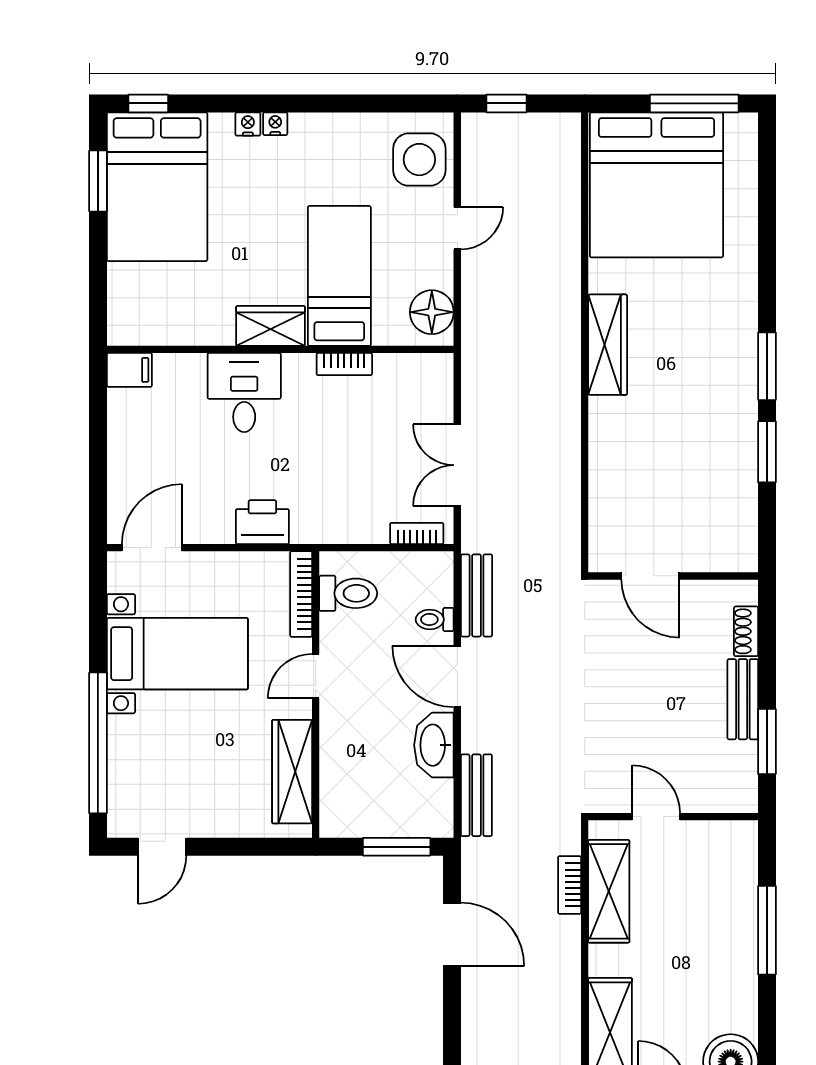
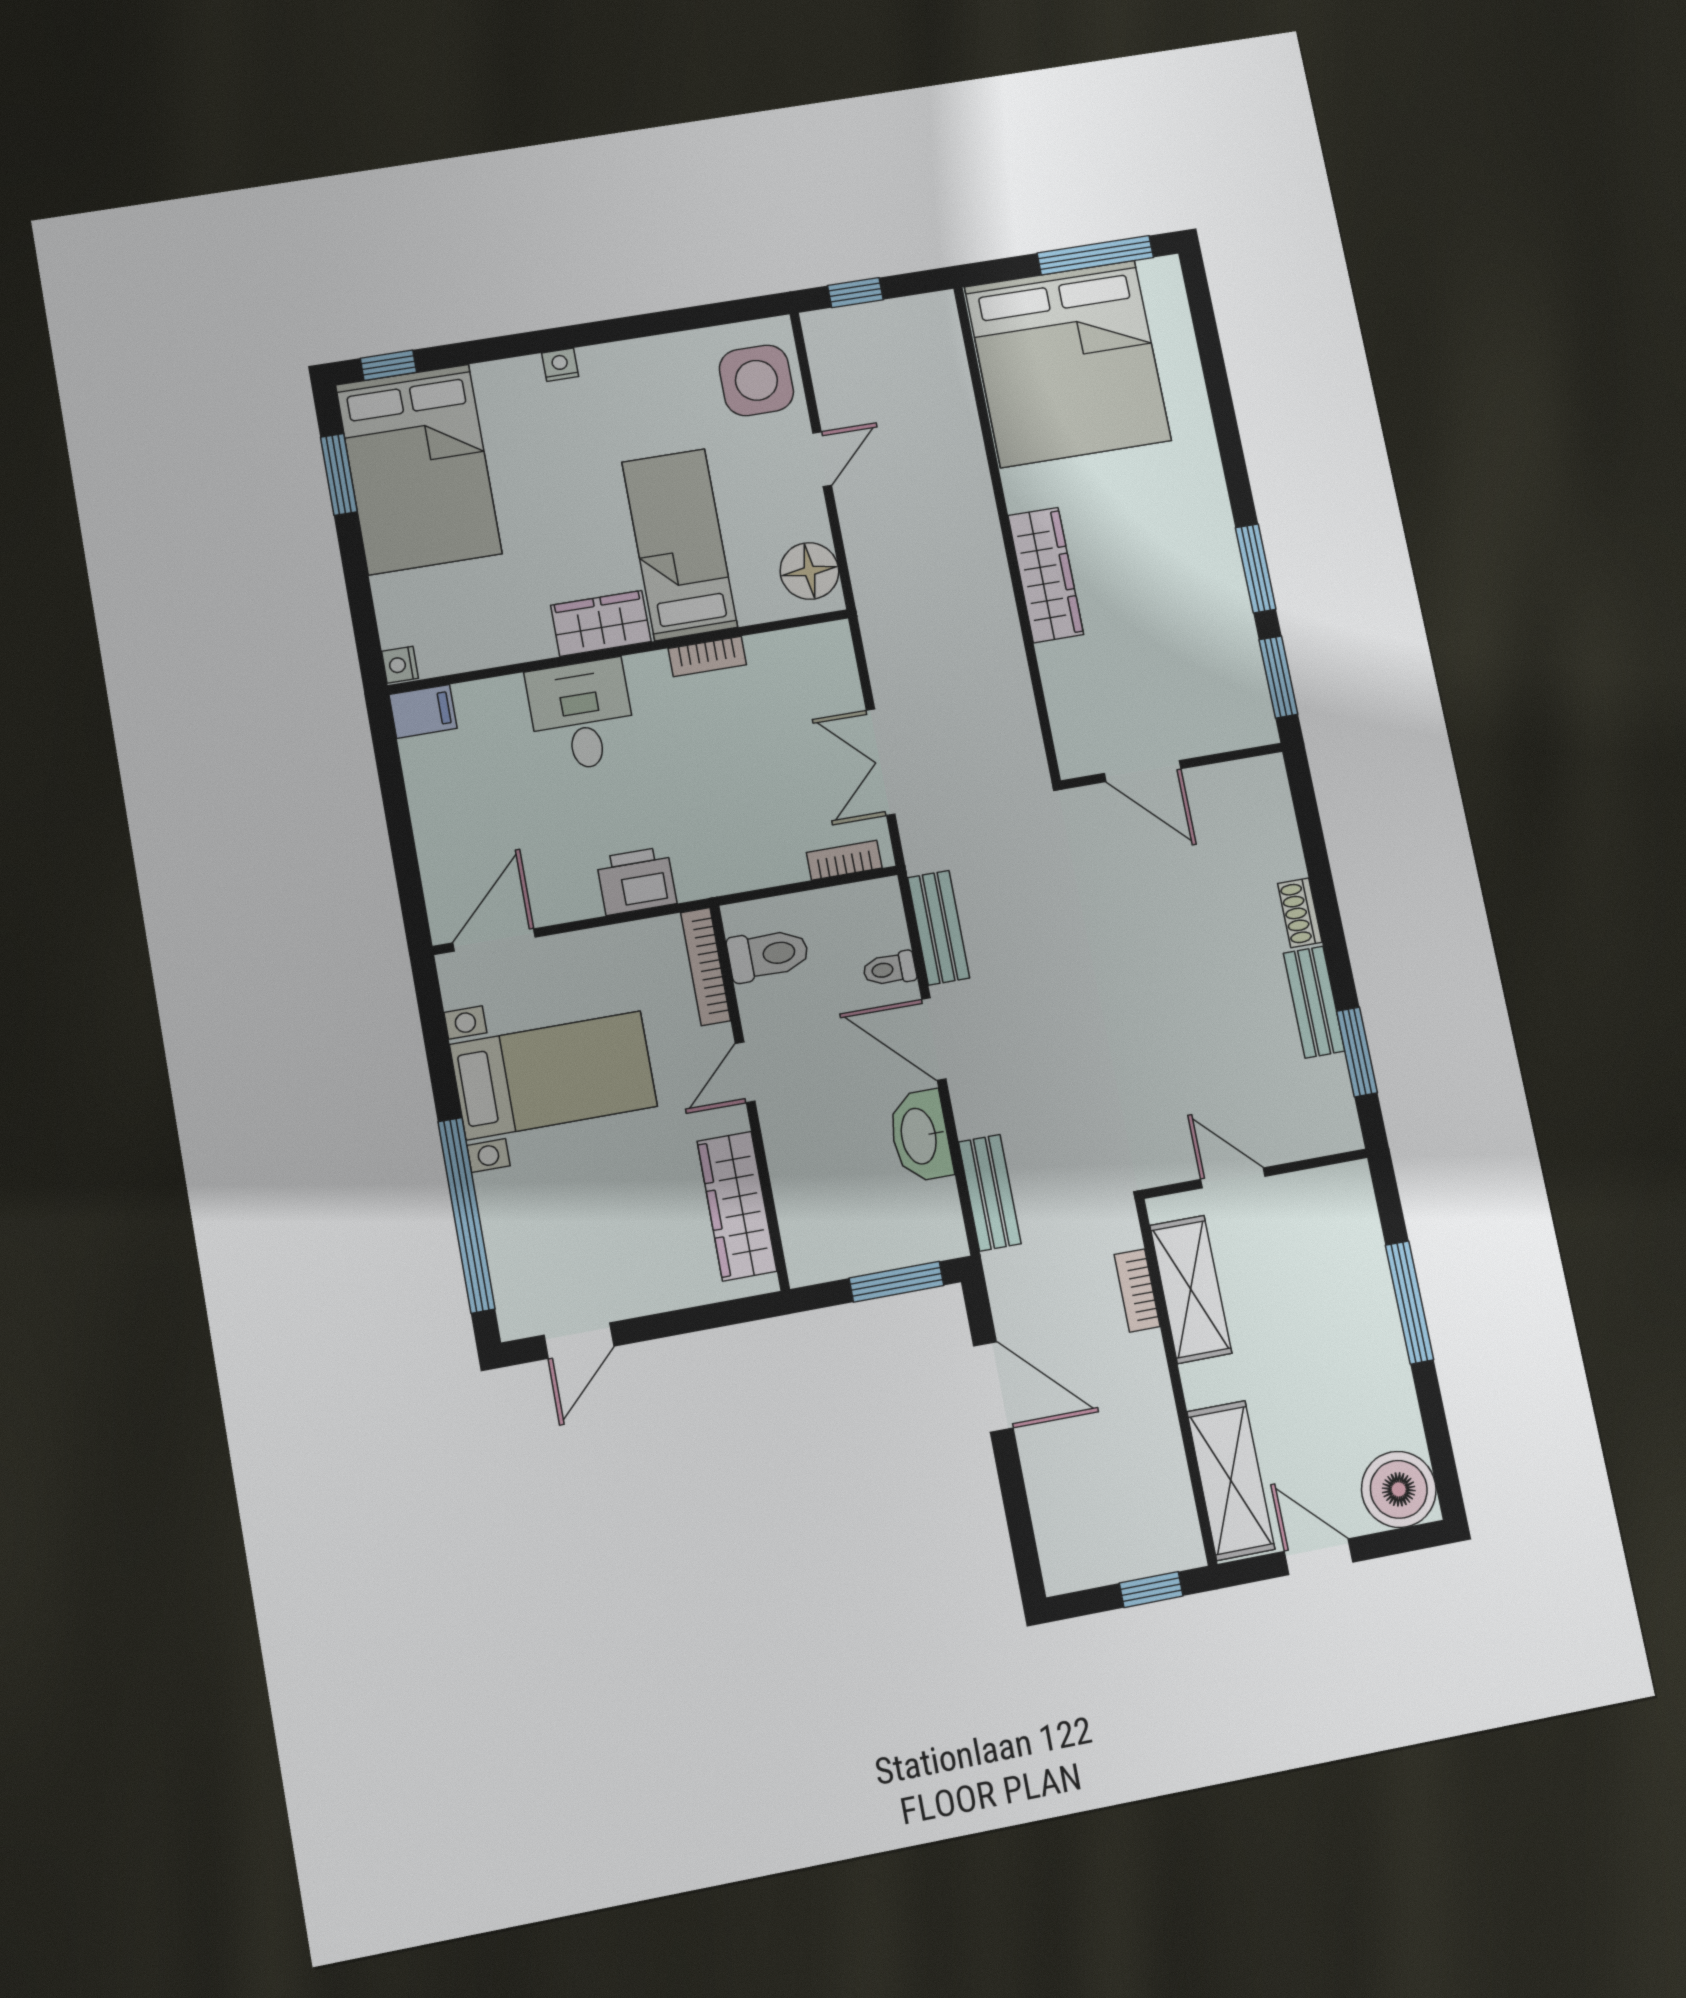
nightstand: (248, 124) -> (400, 665), moved, turned -90
door: (650, 576) -> (1143, 771), moved
wall: (673, 576) -> (1172, 766), moved

